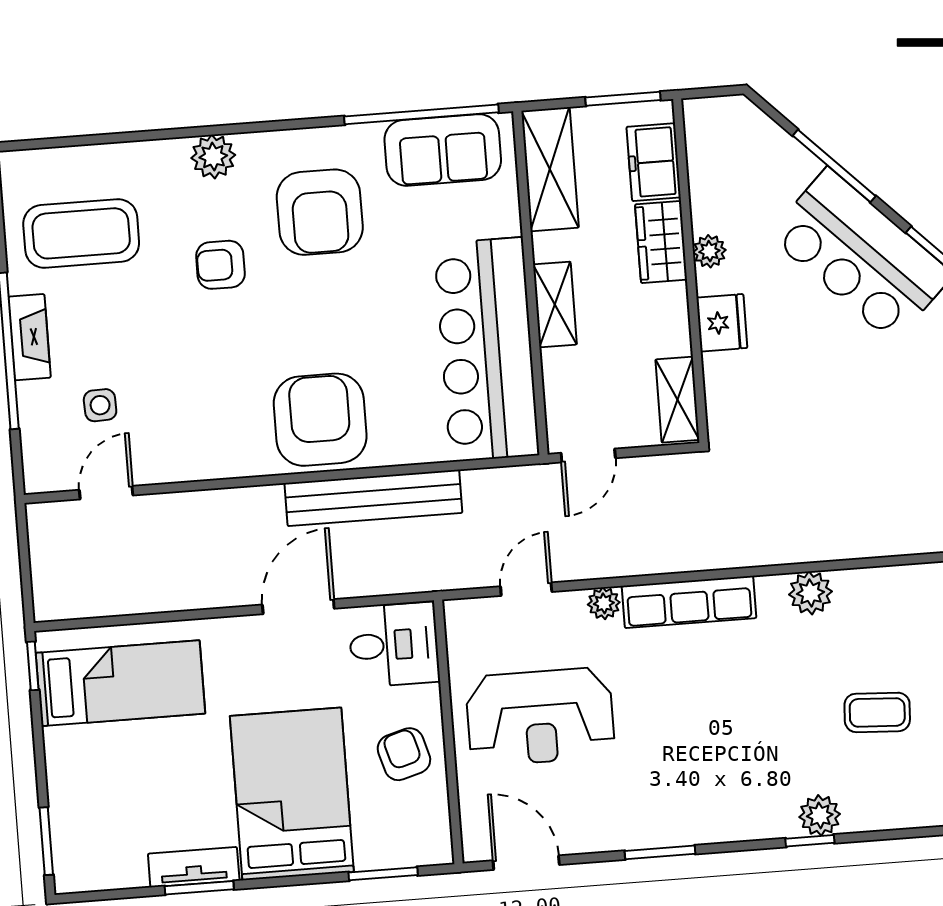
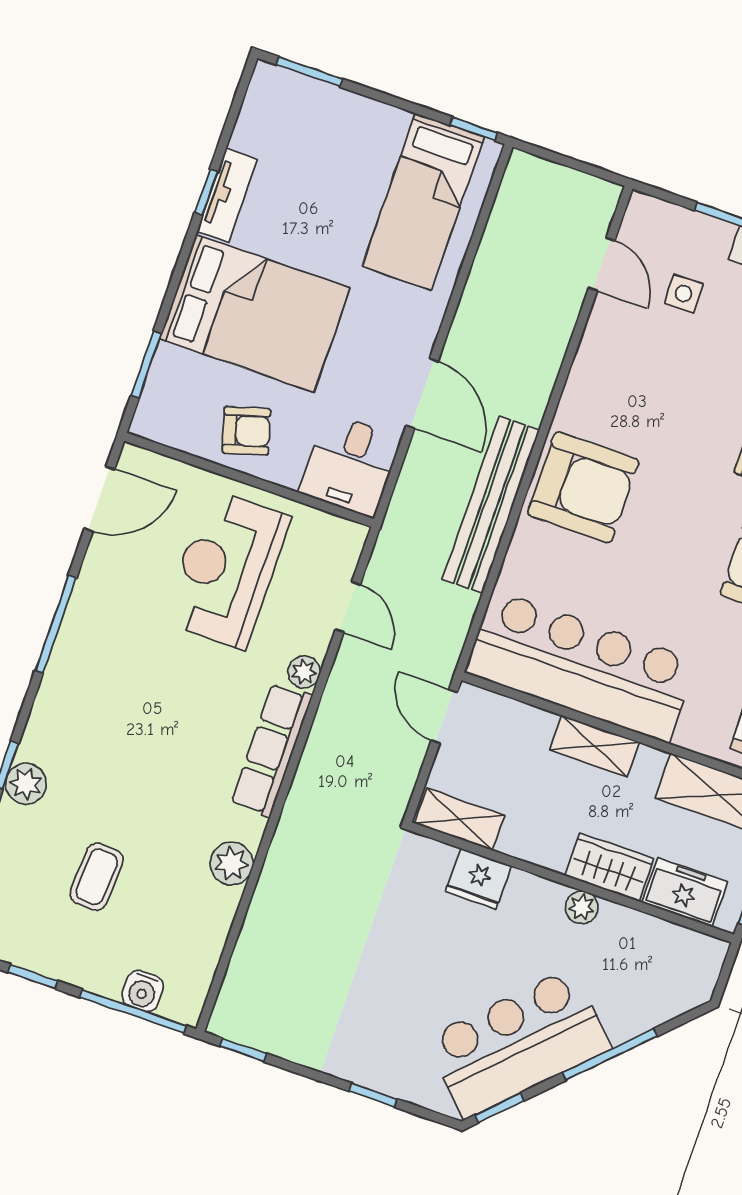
fridge: (722, 323) -> (478, 879), moved
window: (660, 852) -> (56, 624), width x1.44
window: (199, 888) -> (206, 192), width x0.67

